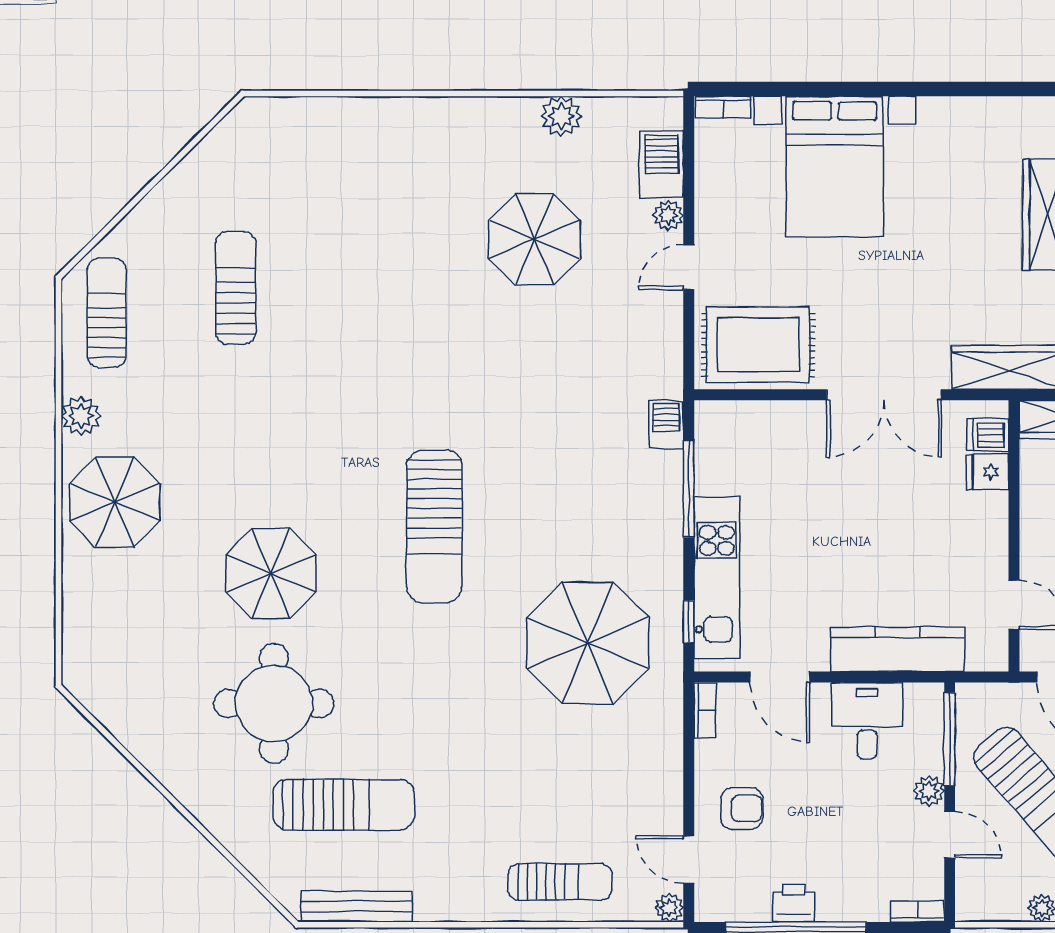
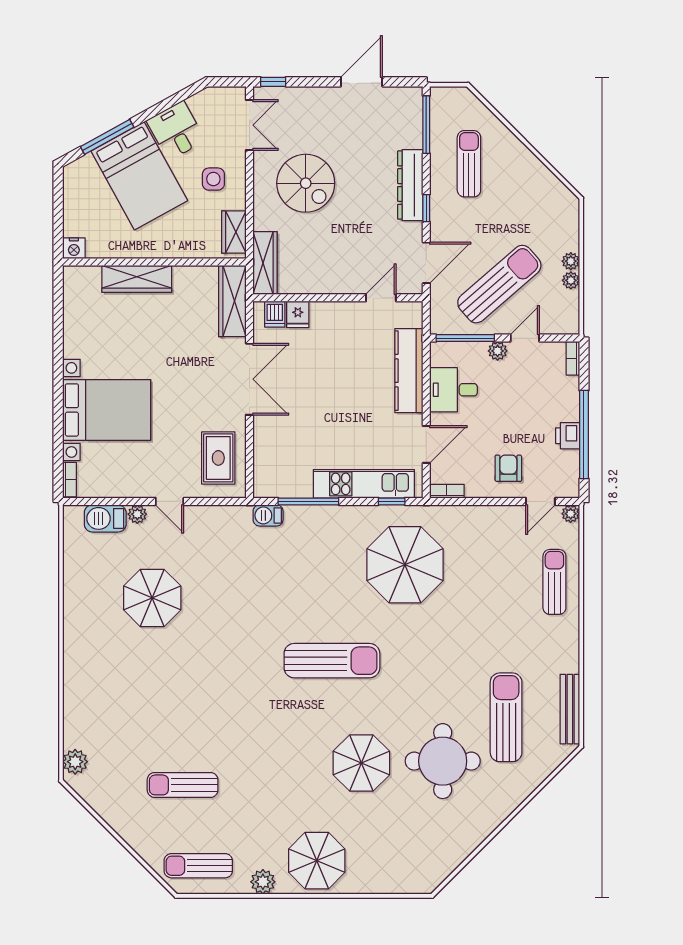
plant: (561, 116) -> (75, 762), moved
rug: (758, 345) -> (218, 458), width x0.73, depth x0.70

